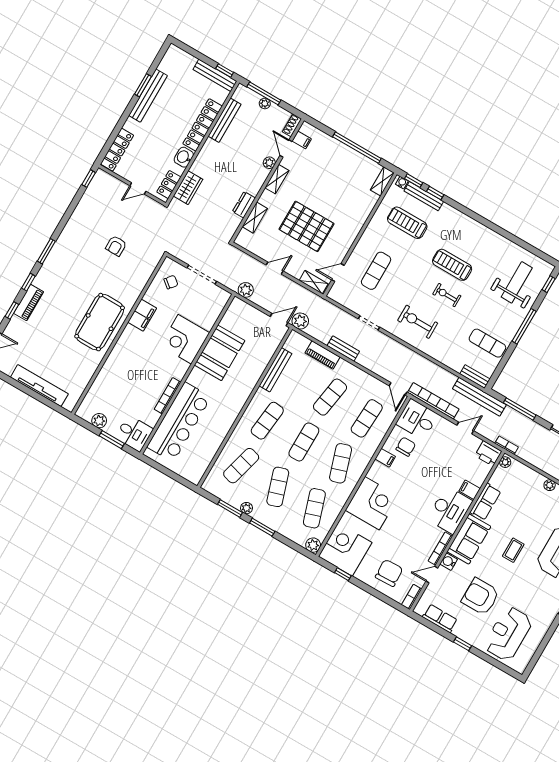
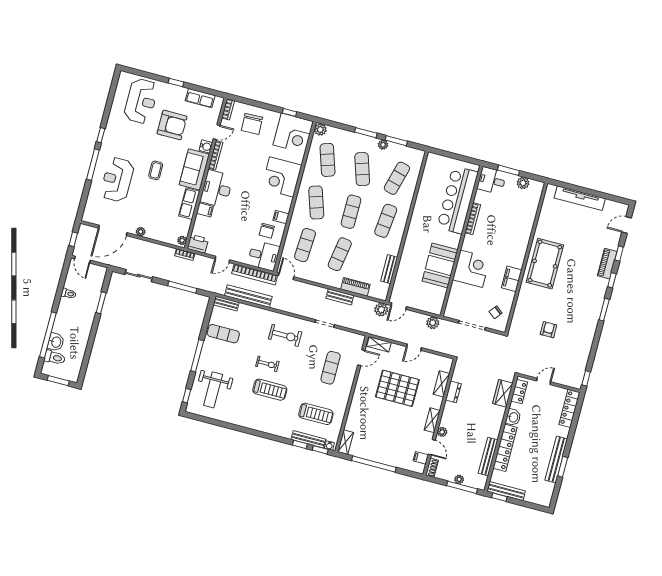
bench: (275, 370) -> (389, 269), width x0.73
bench: (479, 397) -> (248, 296), moved

